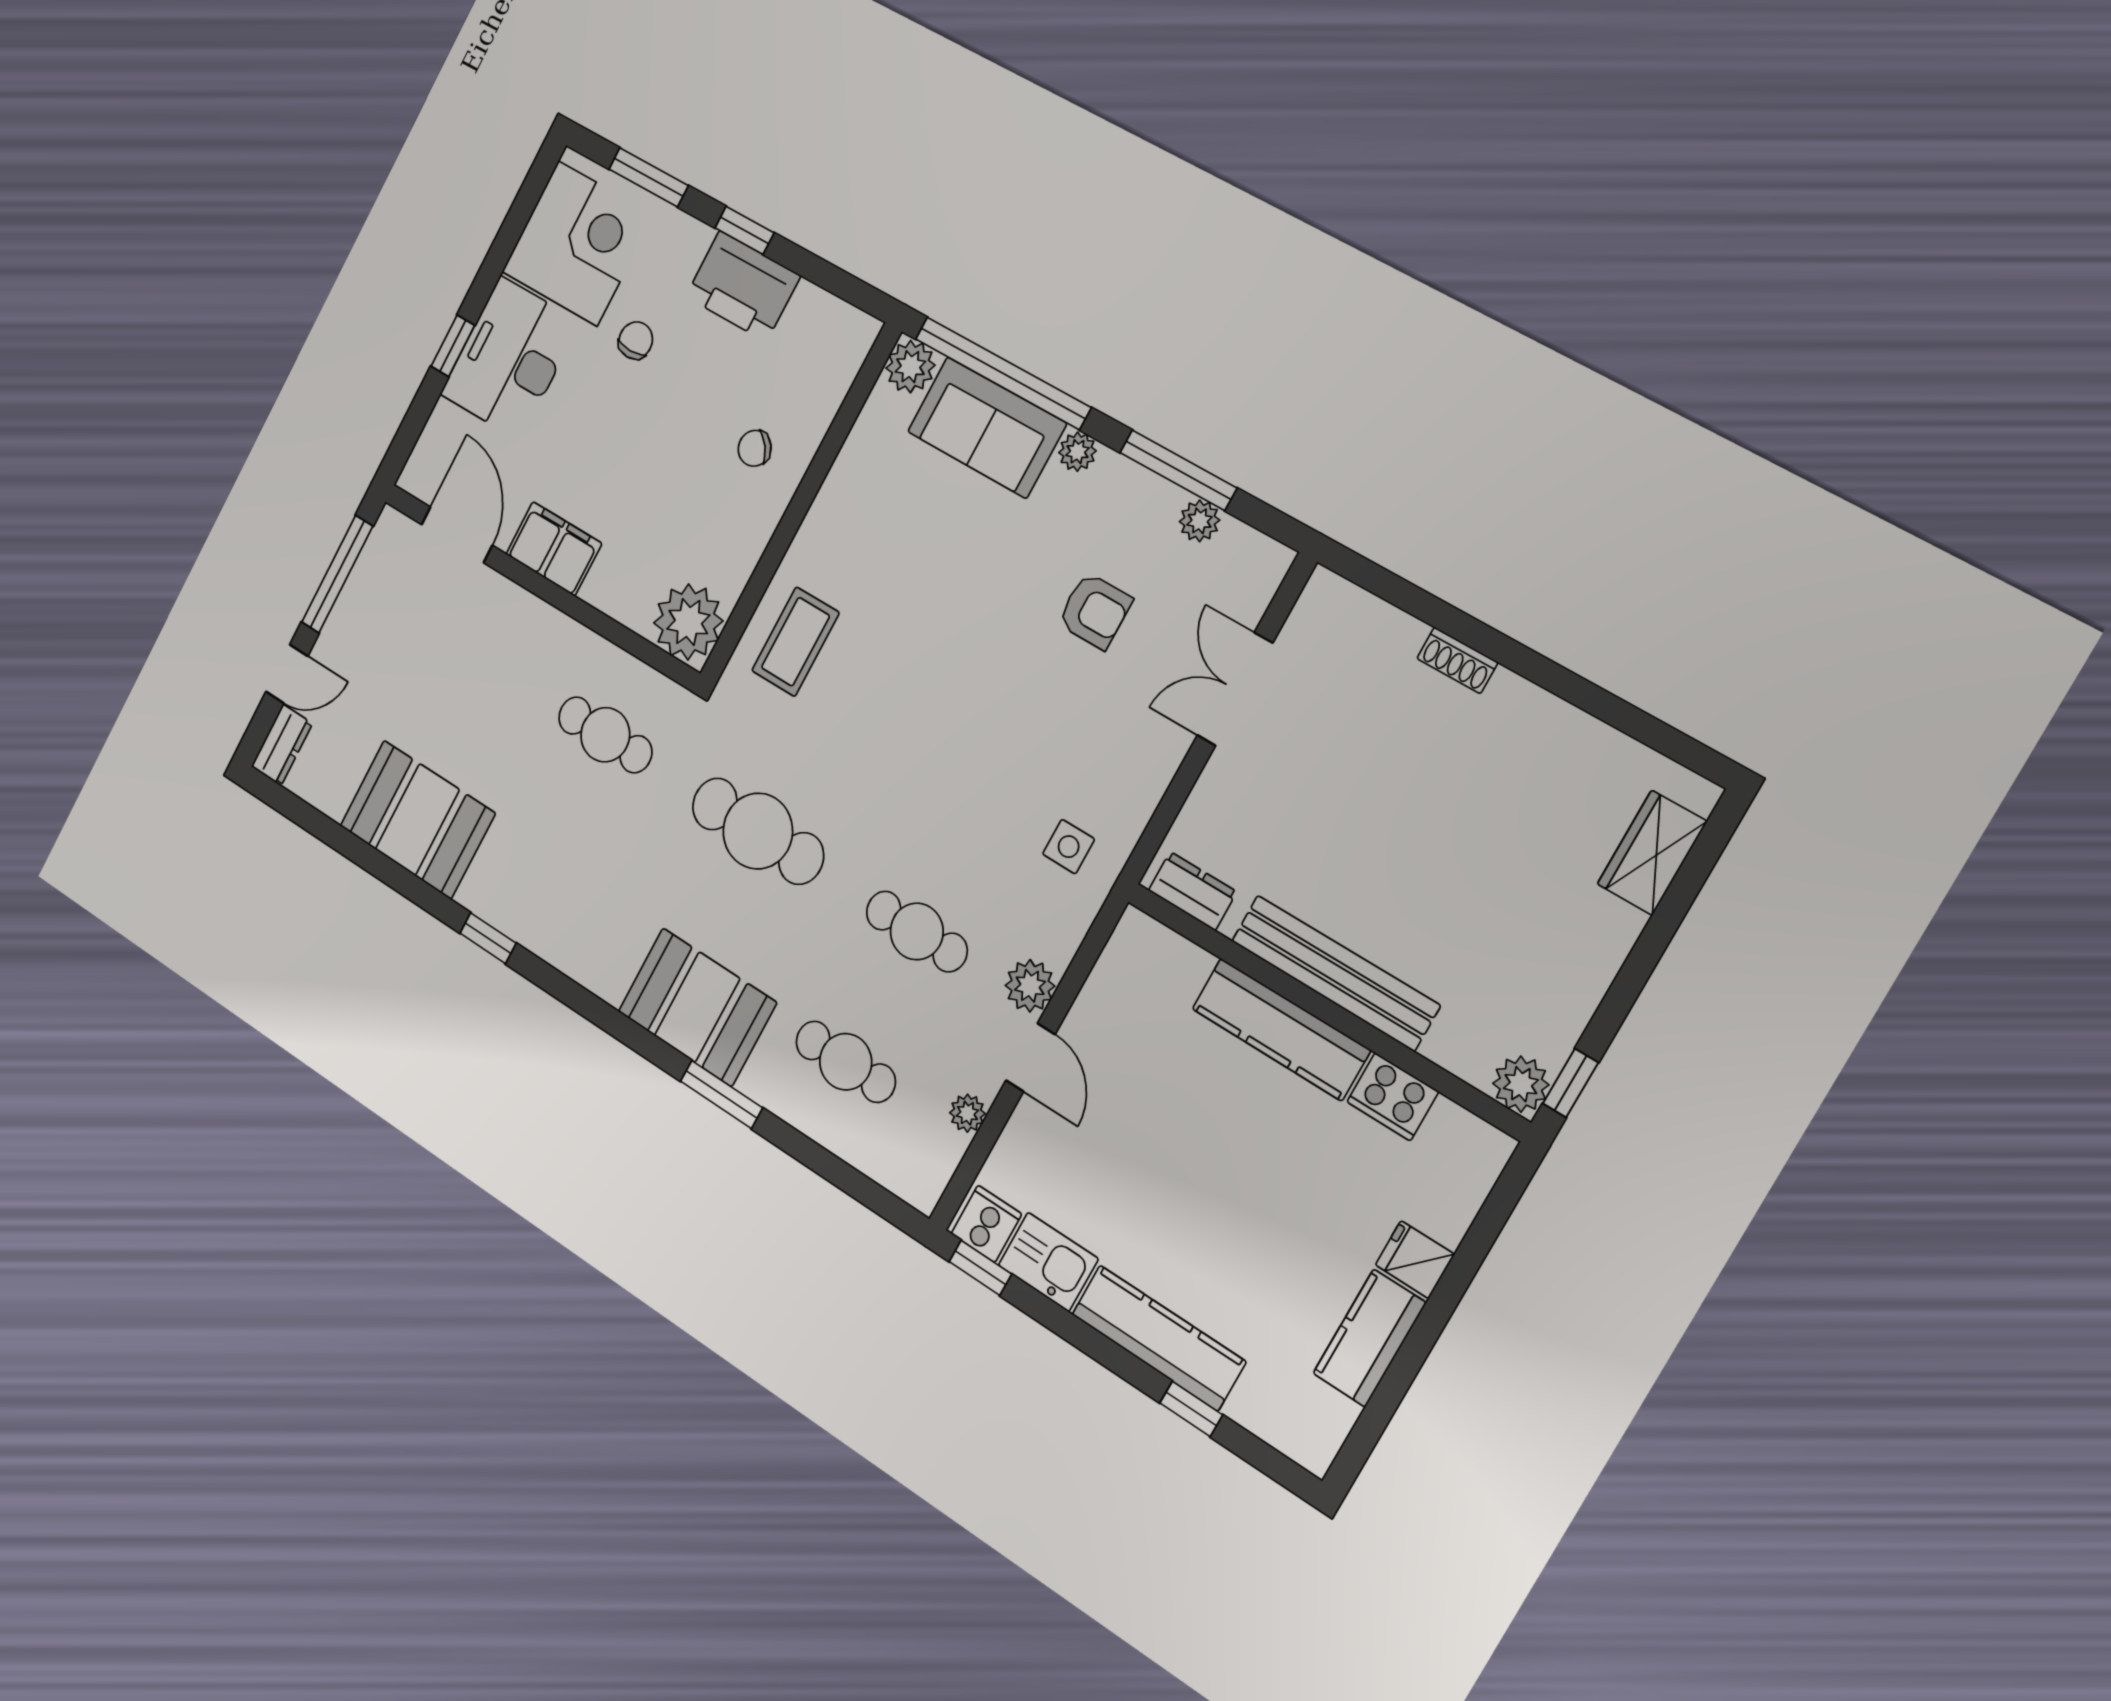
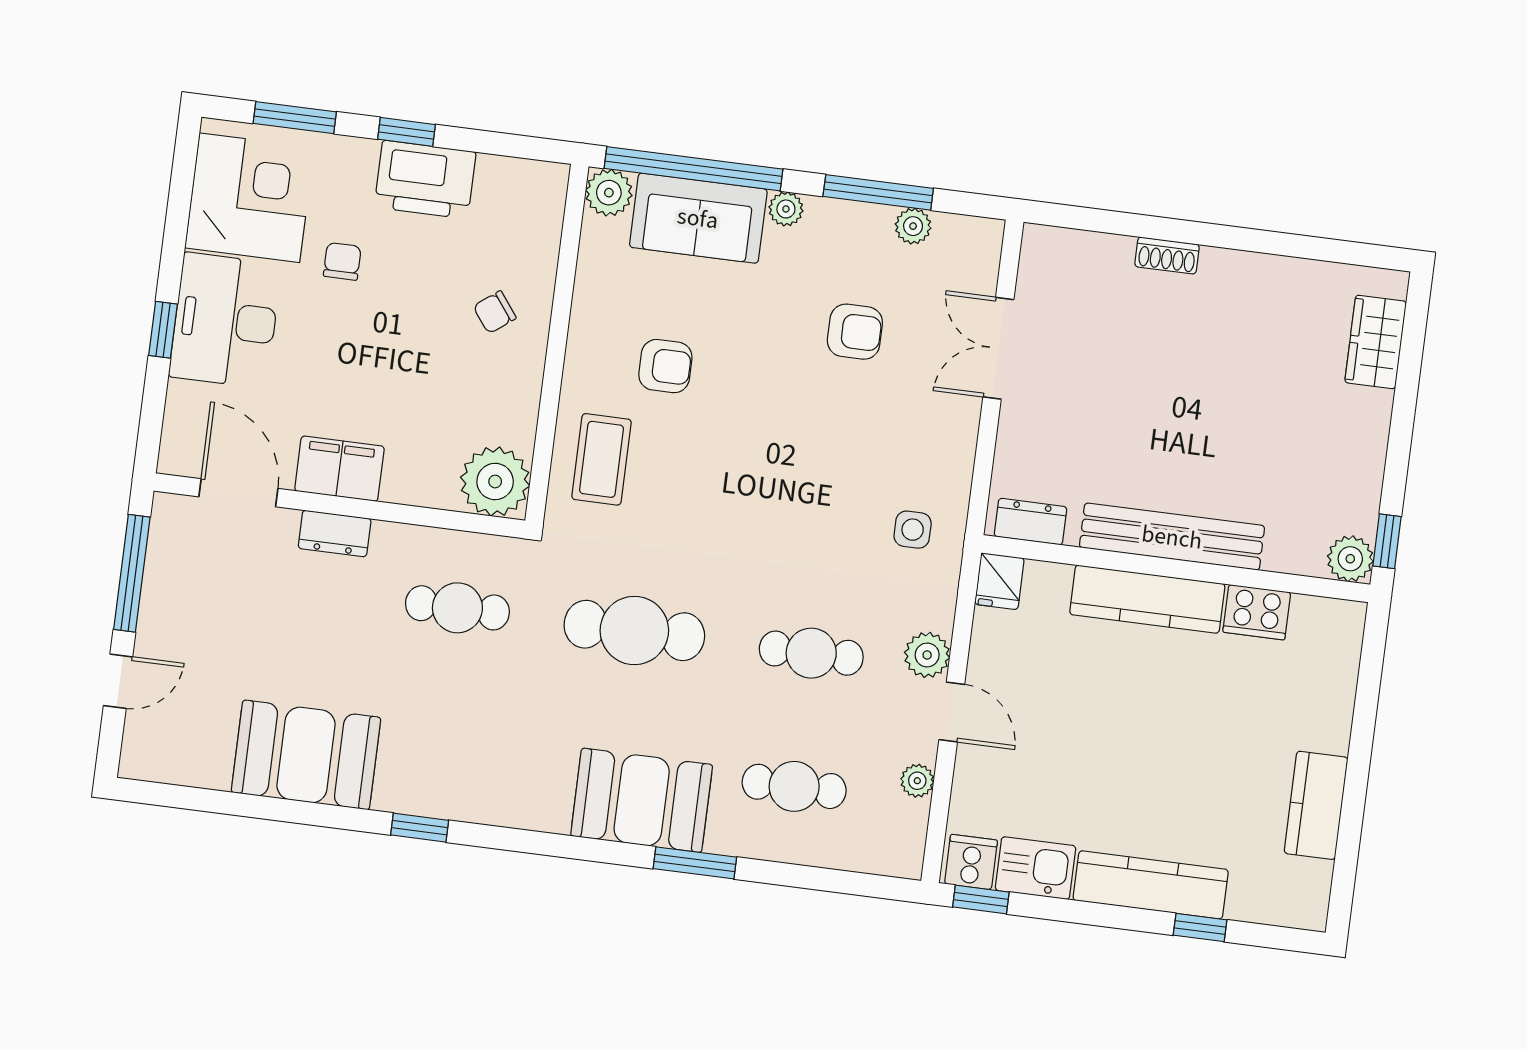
armchair: (894, 570) -> (665, 366), added
dresser: (282, 745) -> (335, 533), moved, turned 90
fridge: (1415, 1260) -> (999, 581), moved, turned -90

